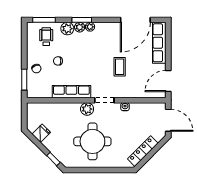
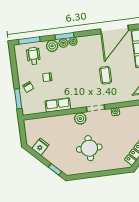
row of seats: (71, 92) -> (58, 105), width x0.68
round table: (92, 141) -> (89, 148), width x0.73, depth x0.73

